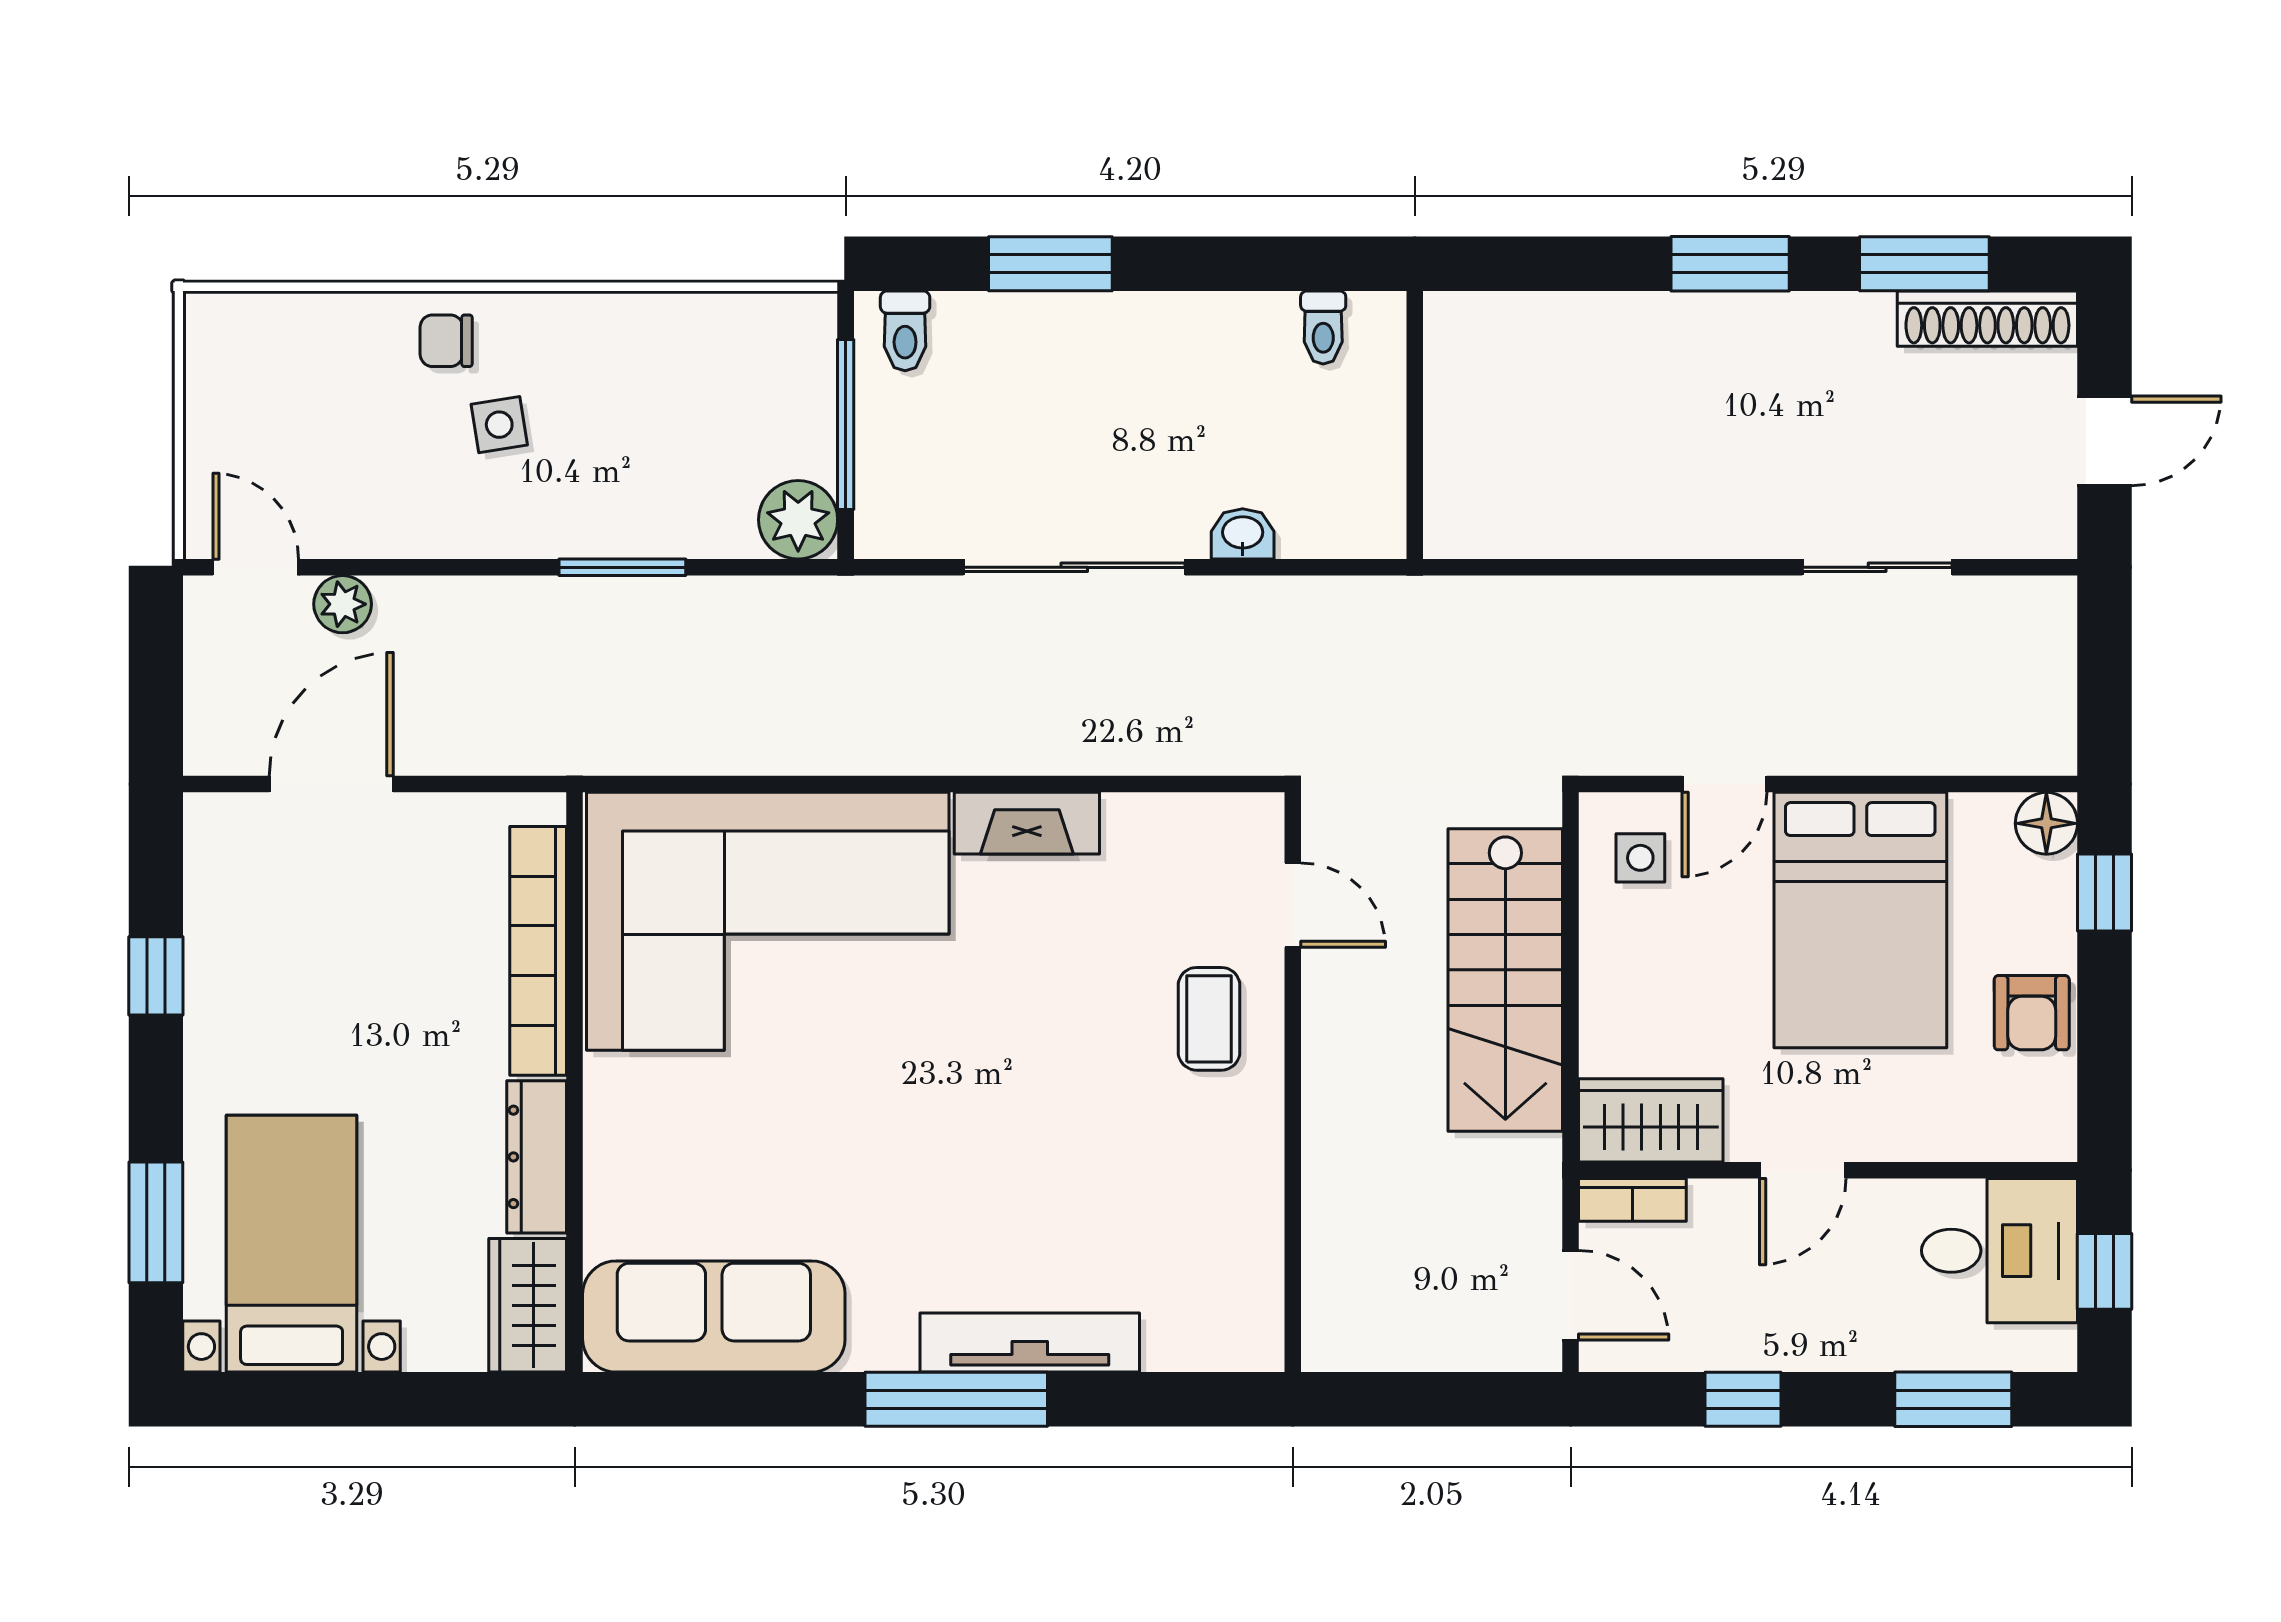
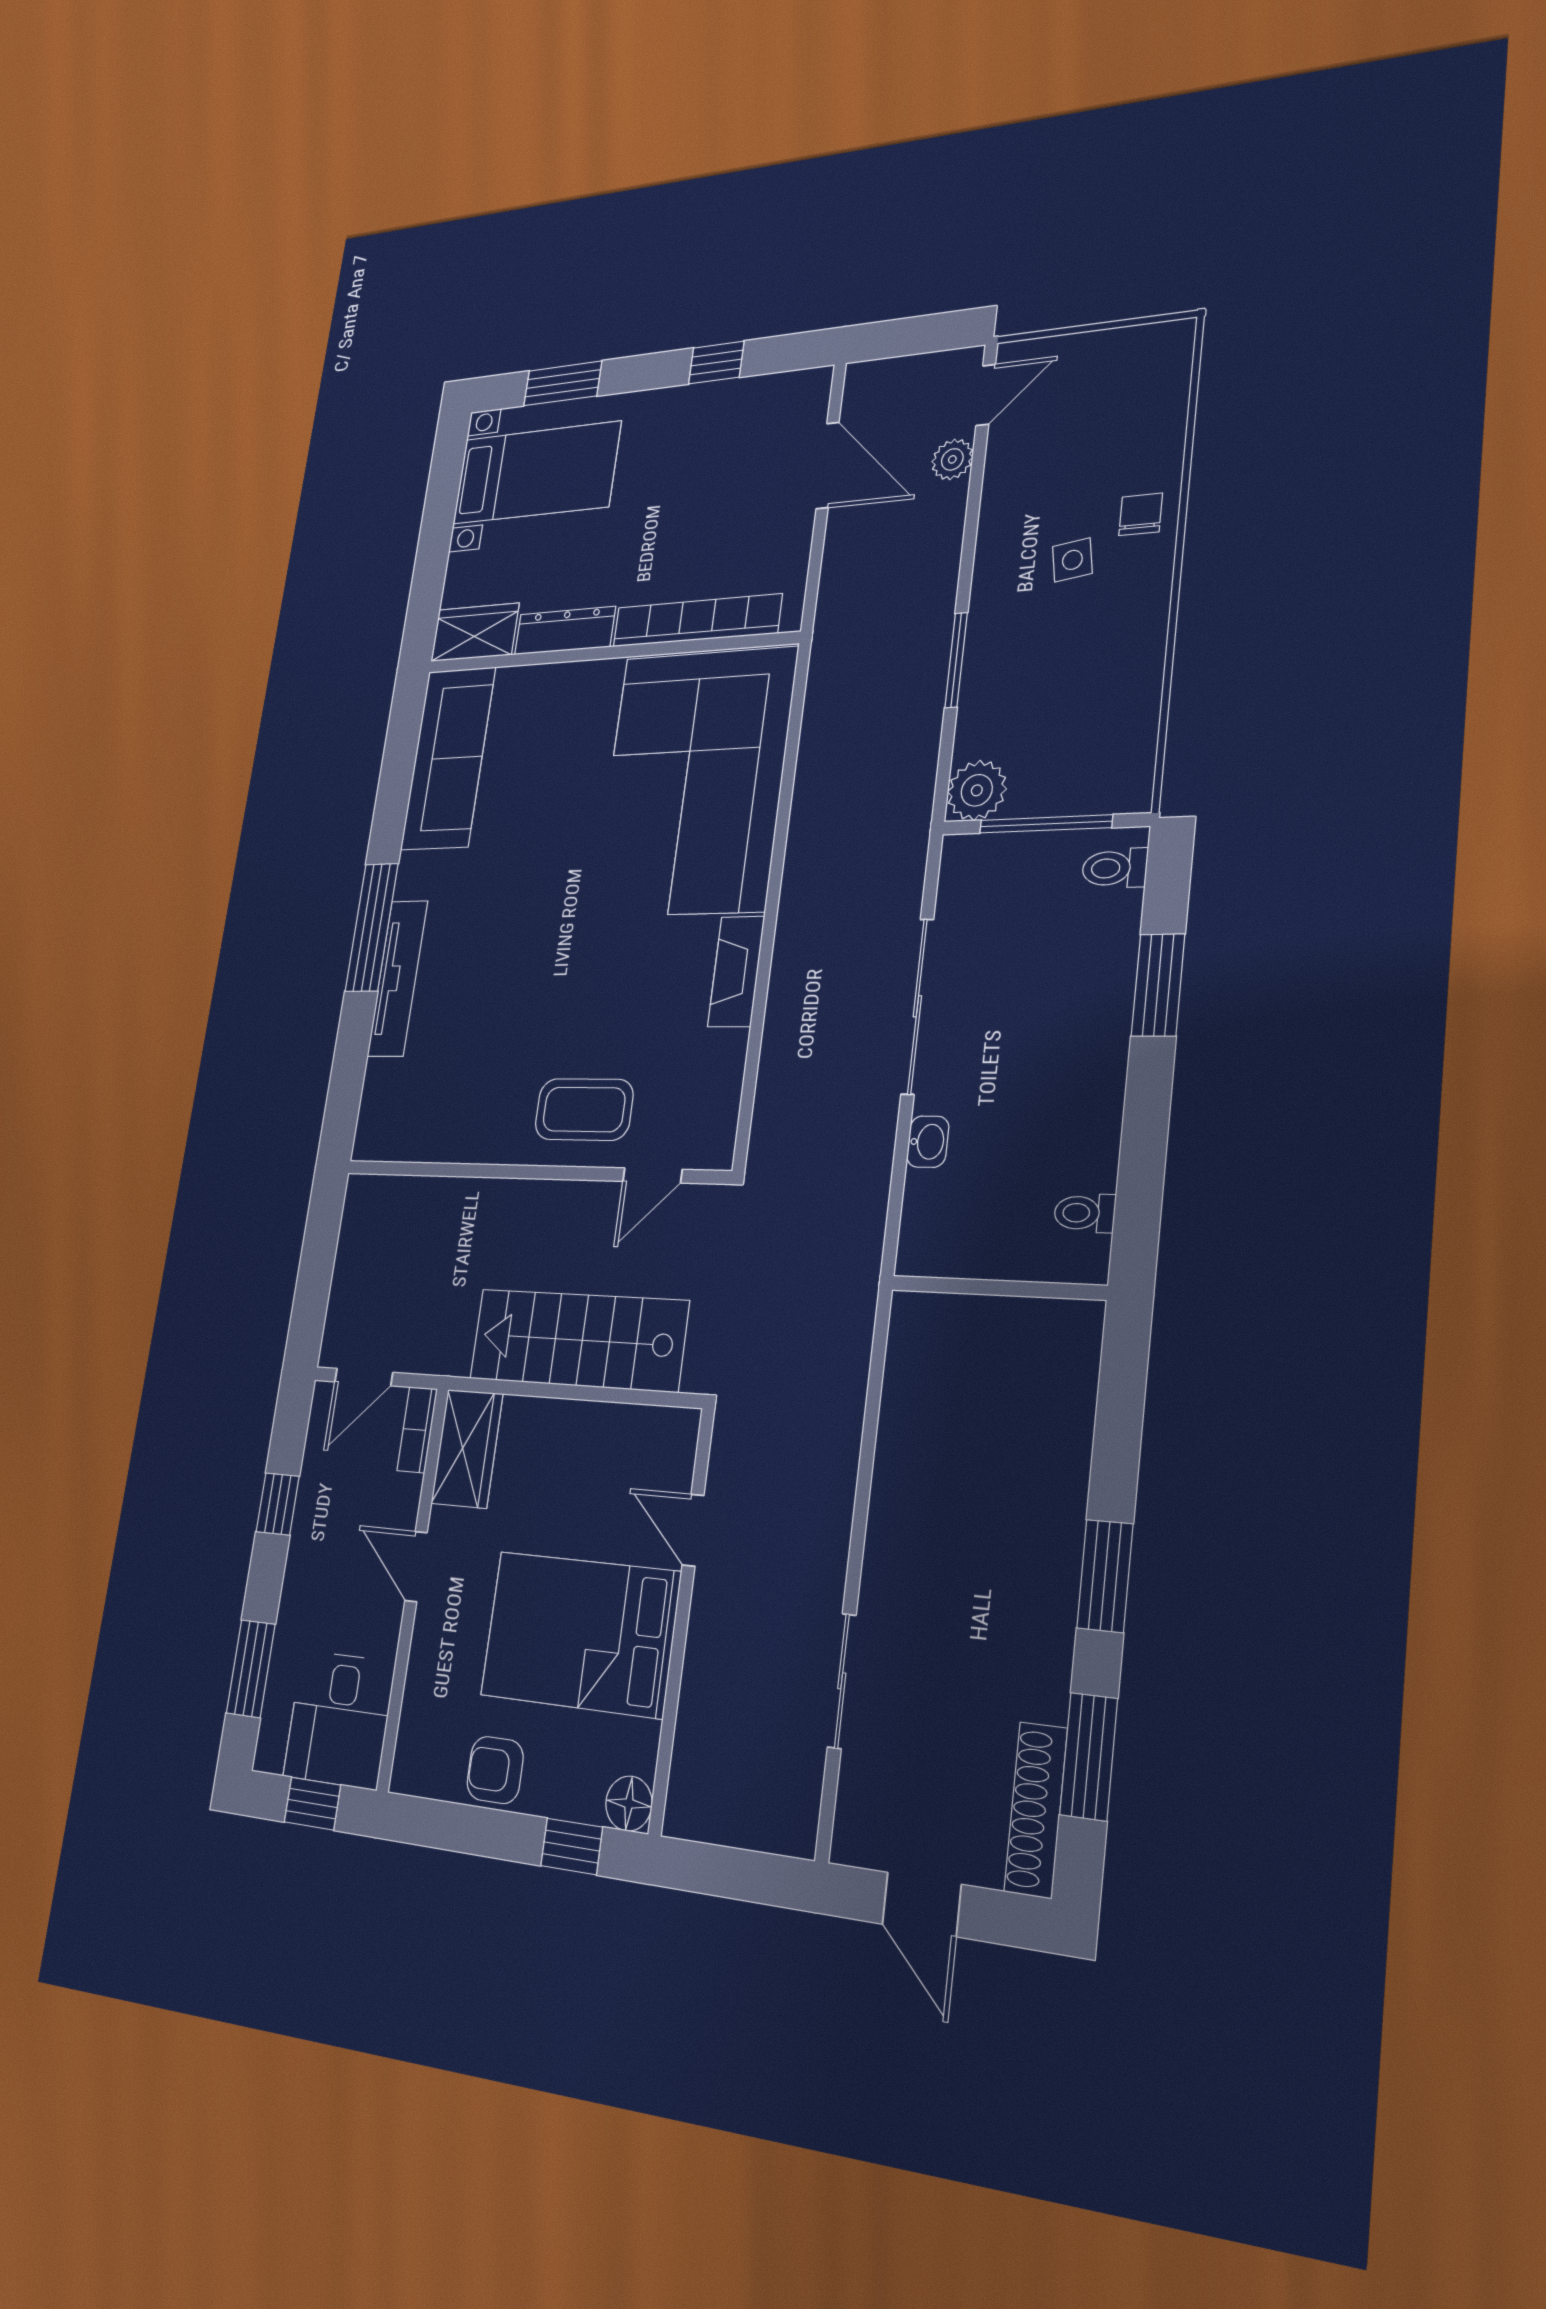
side table: (1640, 858) -> (649, 1455), removed
coffee table: (1209, 1019) -> (584, 1109), width x1.36, depth x1.30

